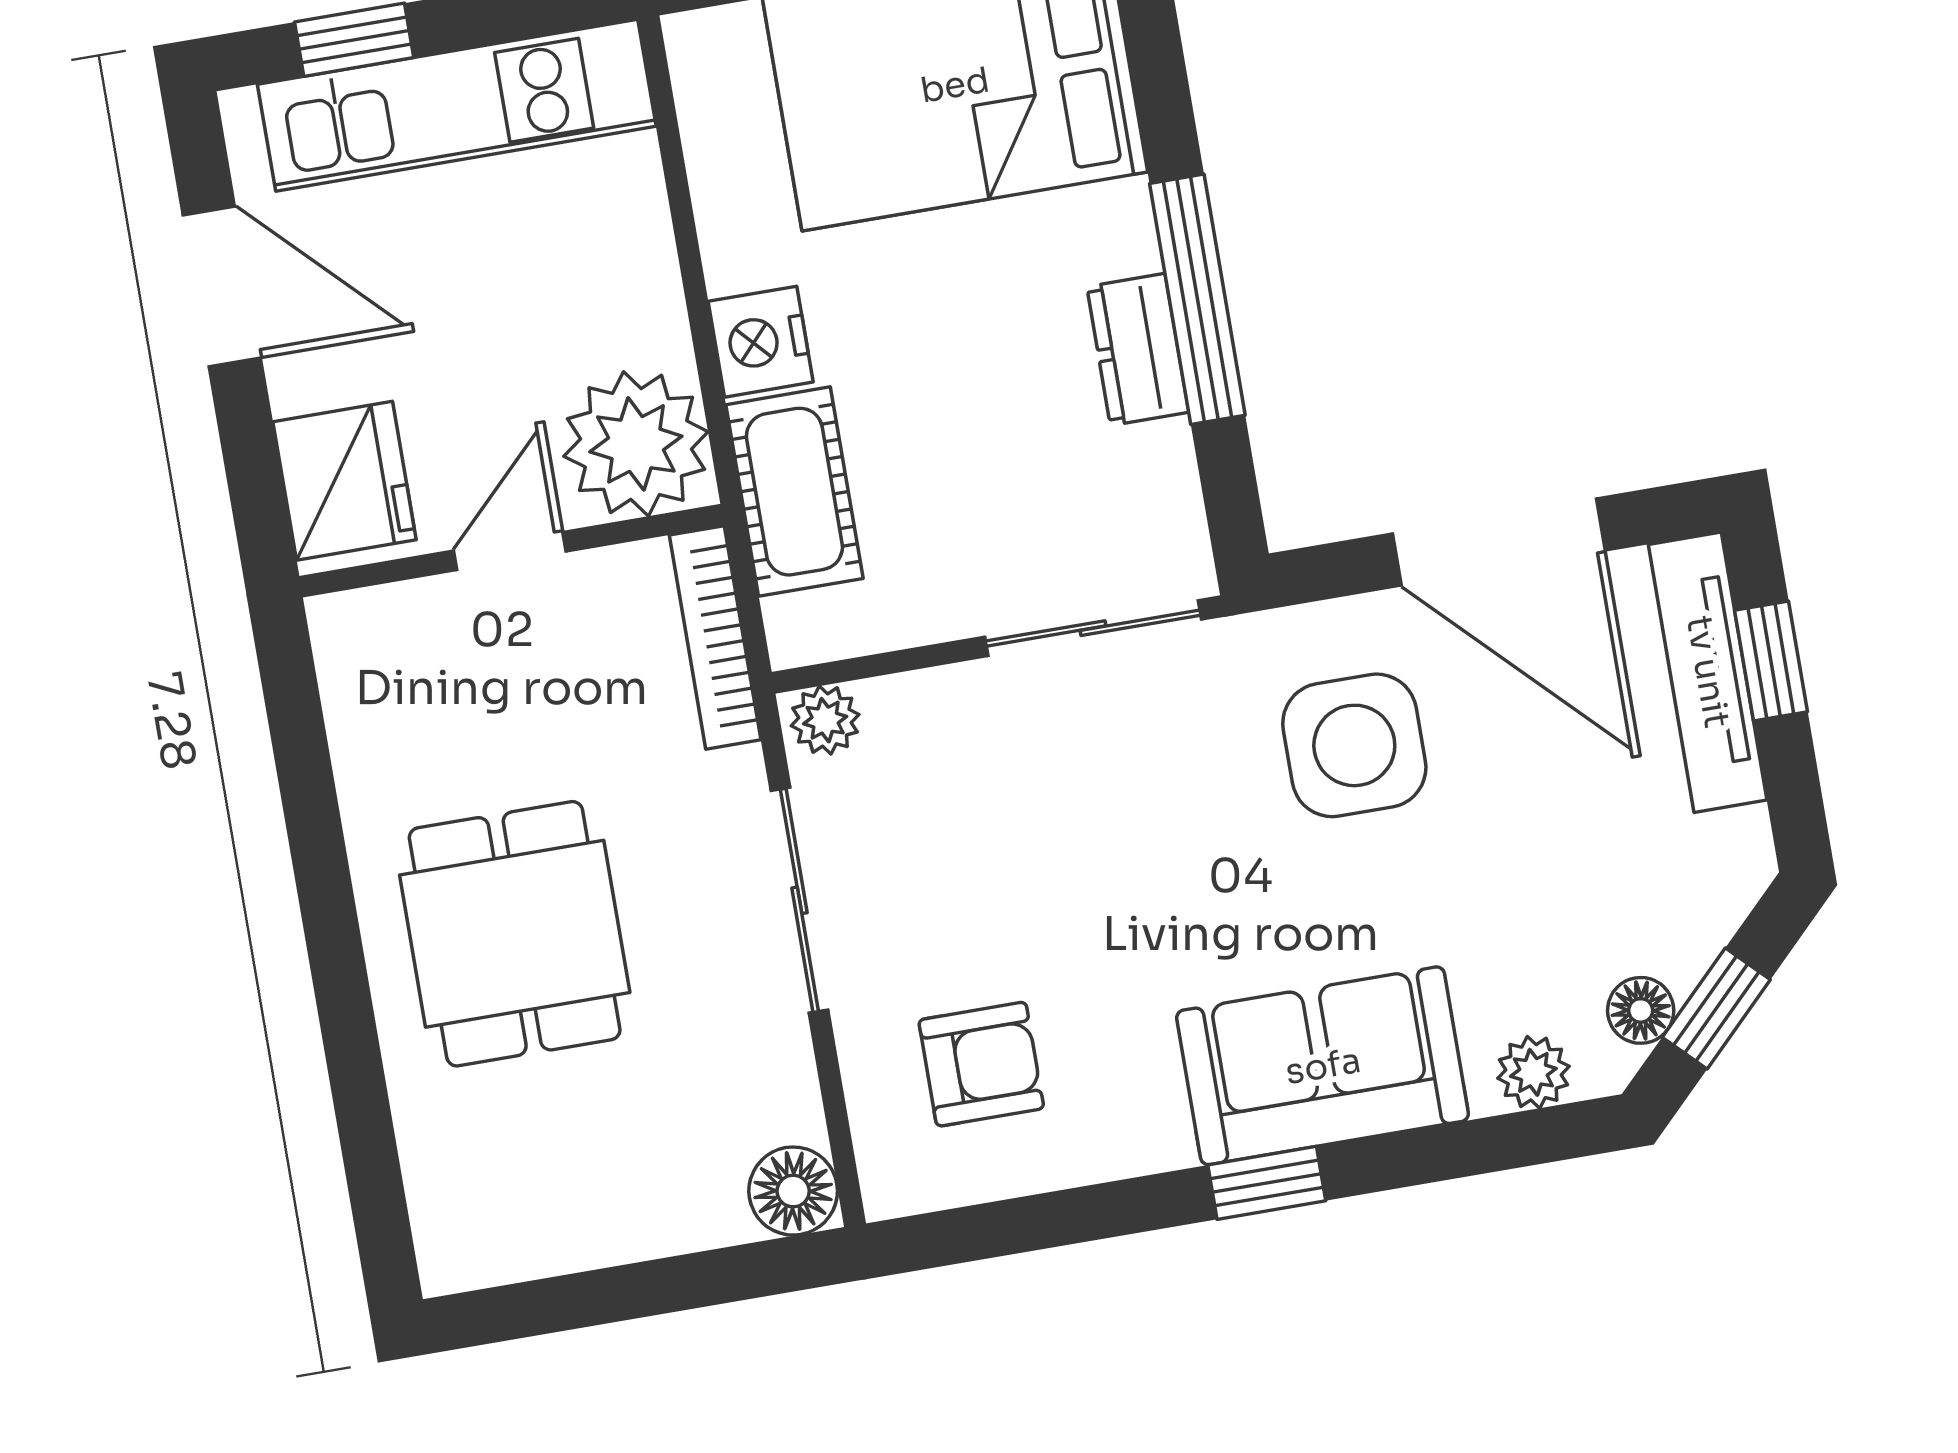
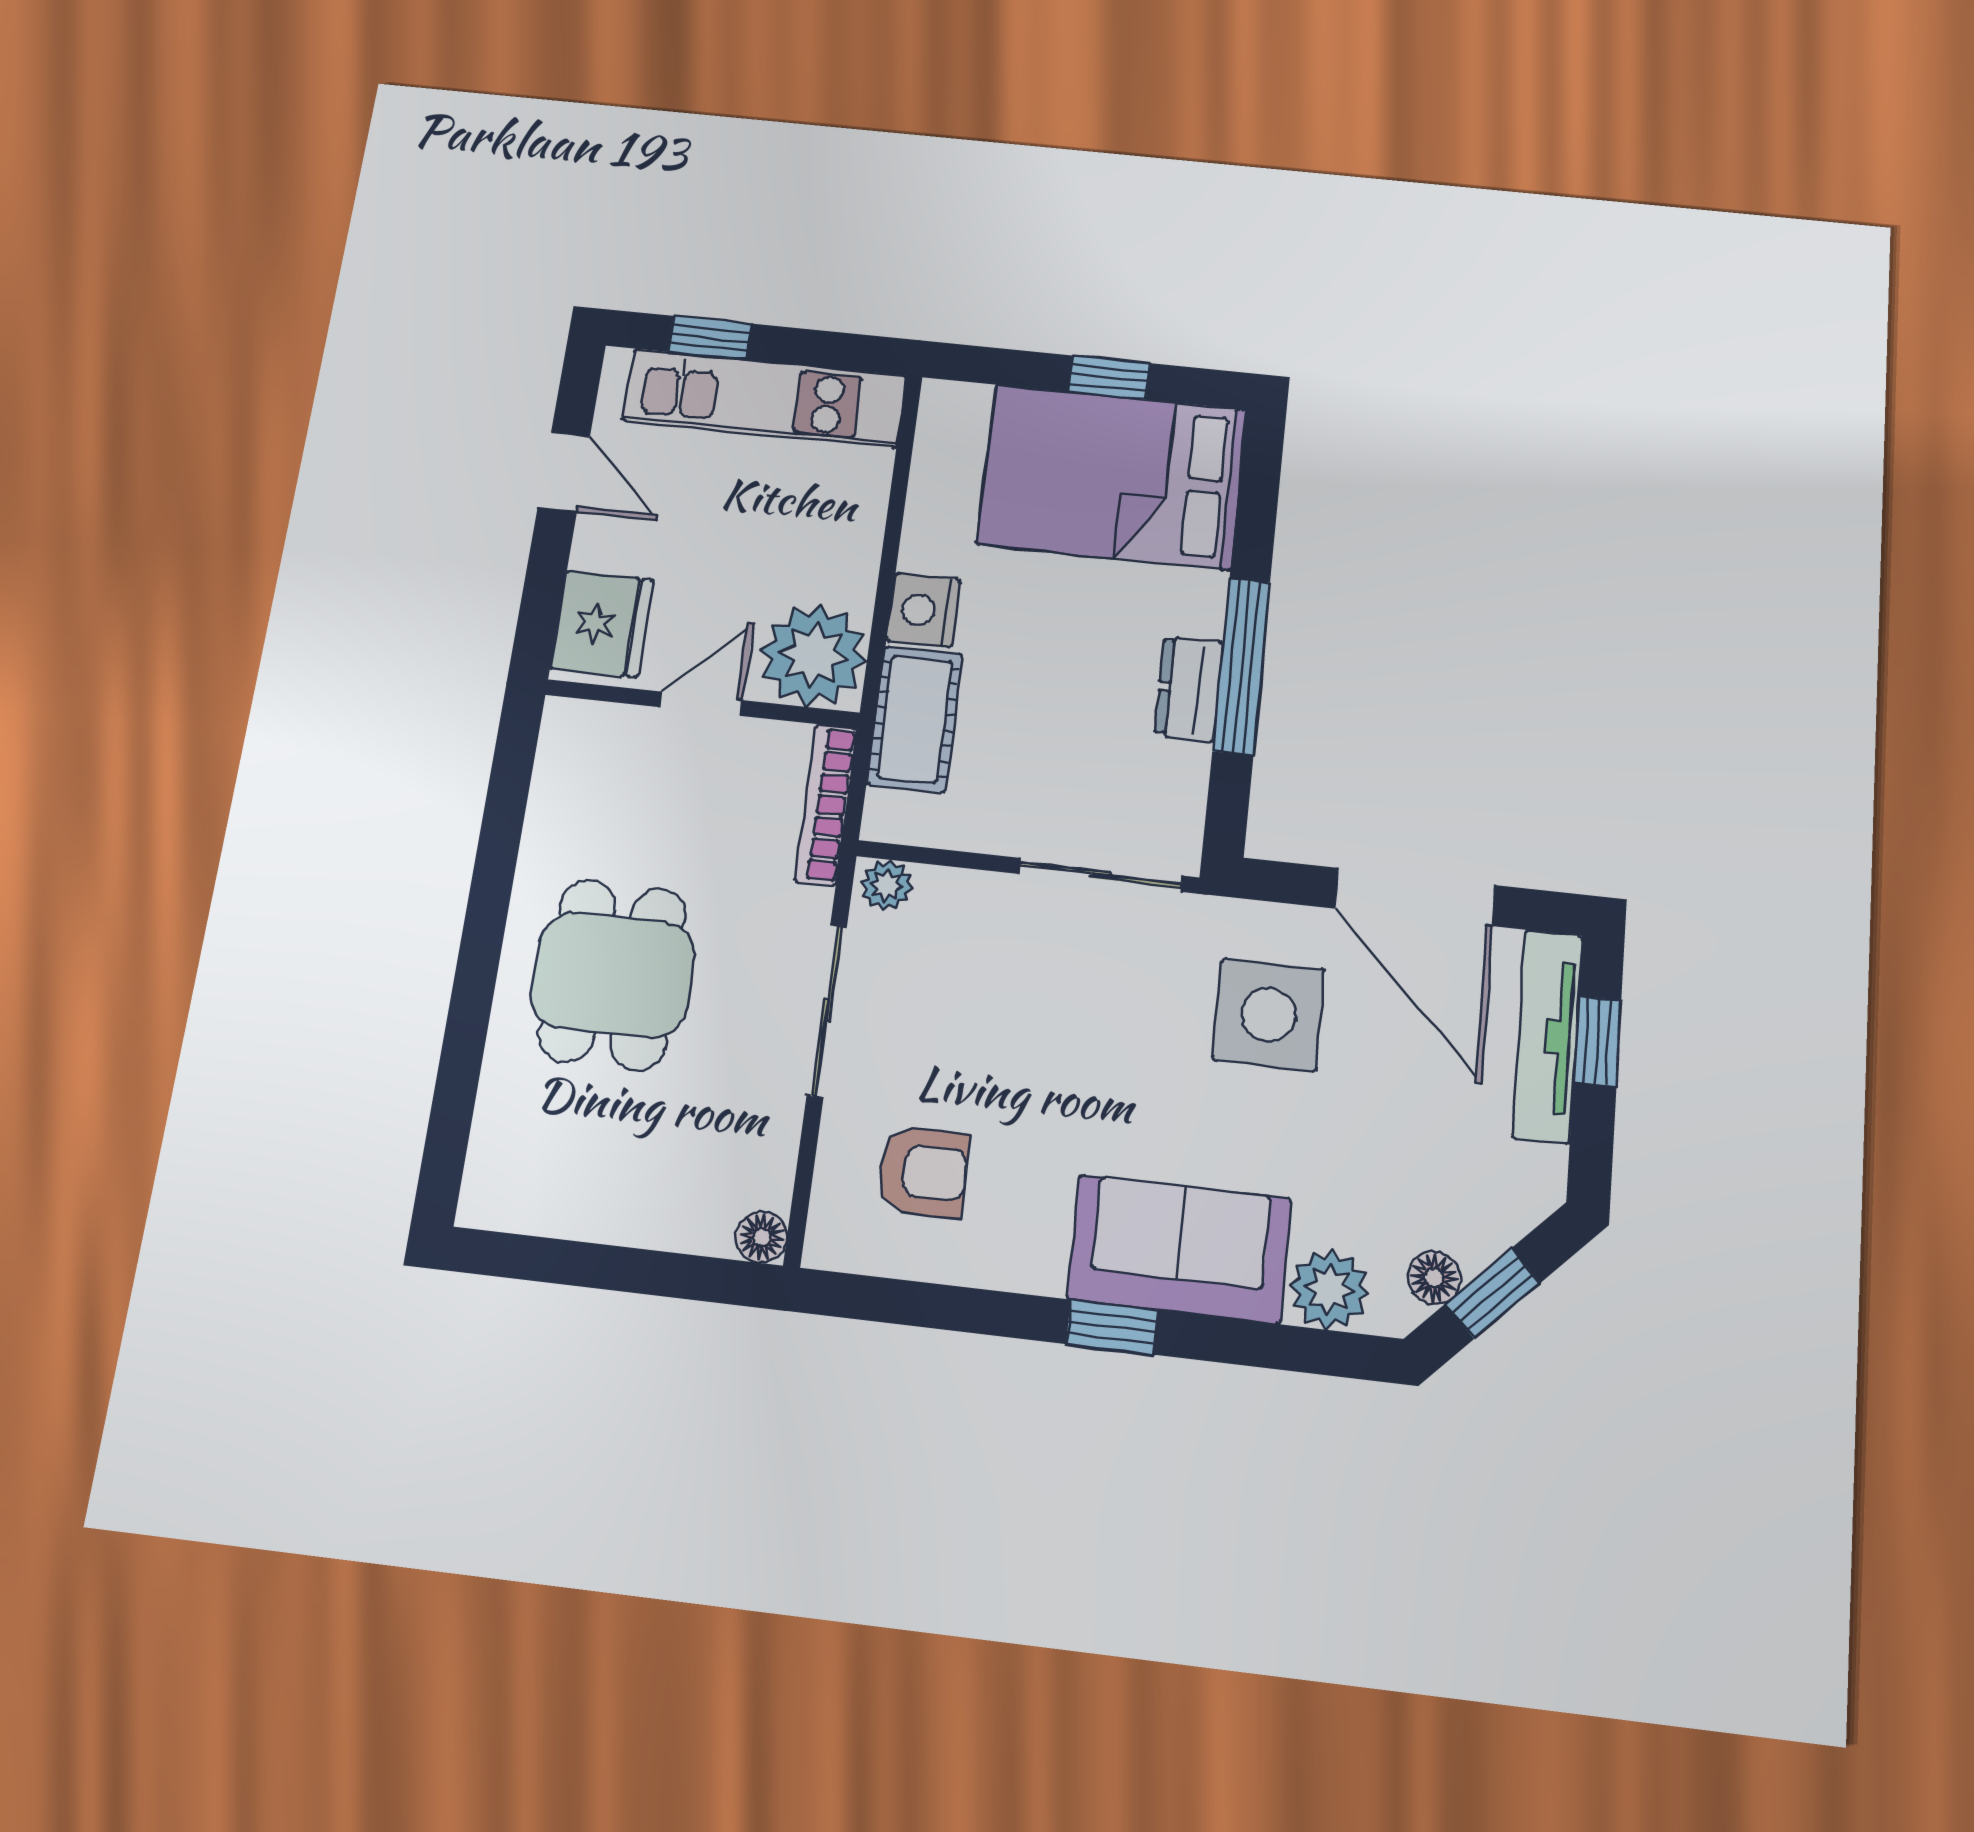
door: (222, 286) -> (564, 472), width x0.73
plant: (1533, 1072) -> (1330, 1289), width x1.38, depth x1.38
floor lamp: (793, 1191) -> (762, 1237), width x0.73, depth x0.73

